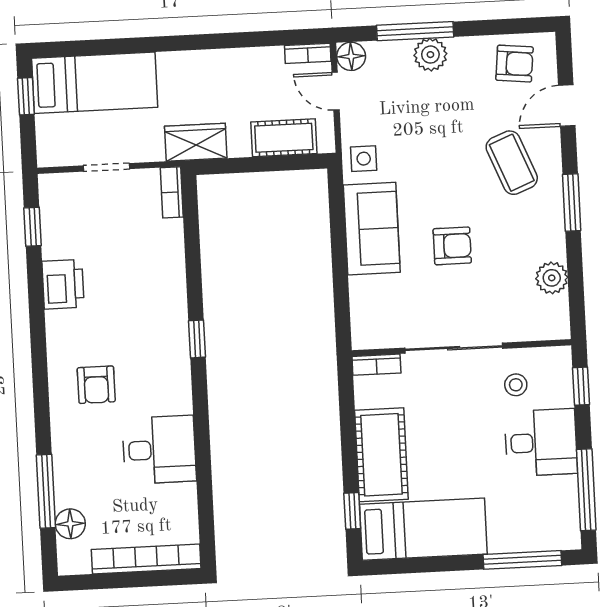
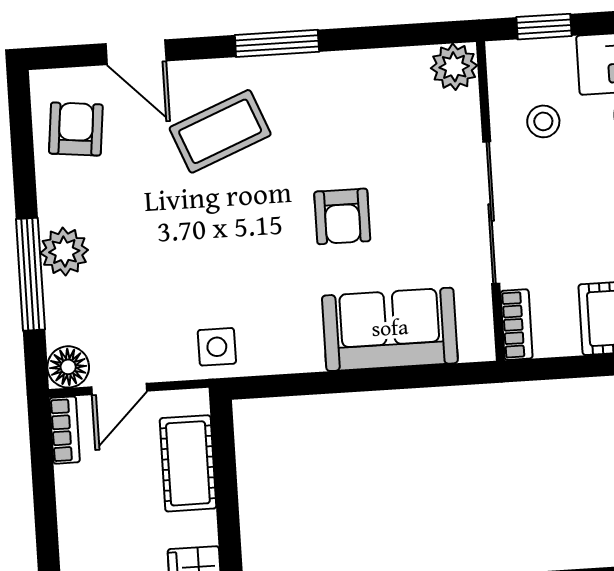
sofa: (372, 229) -> (390, 329), moved
armchair: (452, 246) -> (342, 216), turned 180
plant: (552, 278) -> (454, 67), moved

